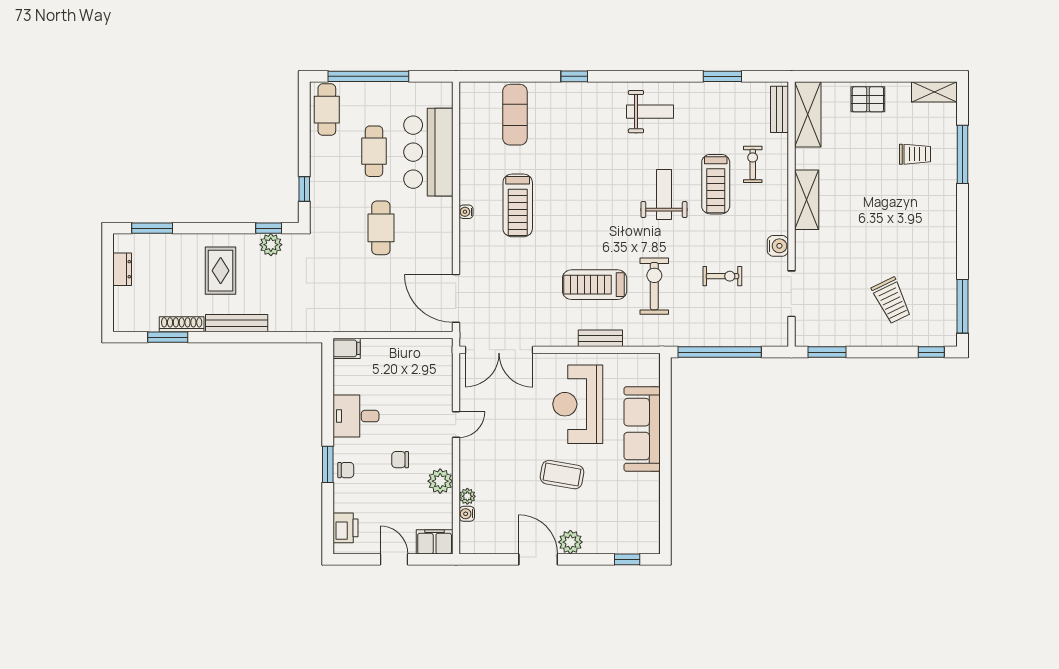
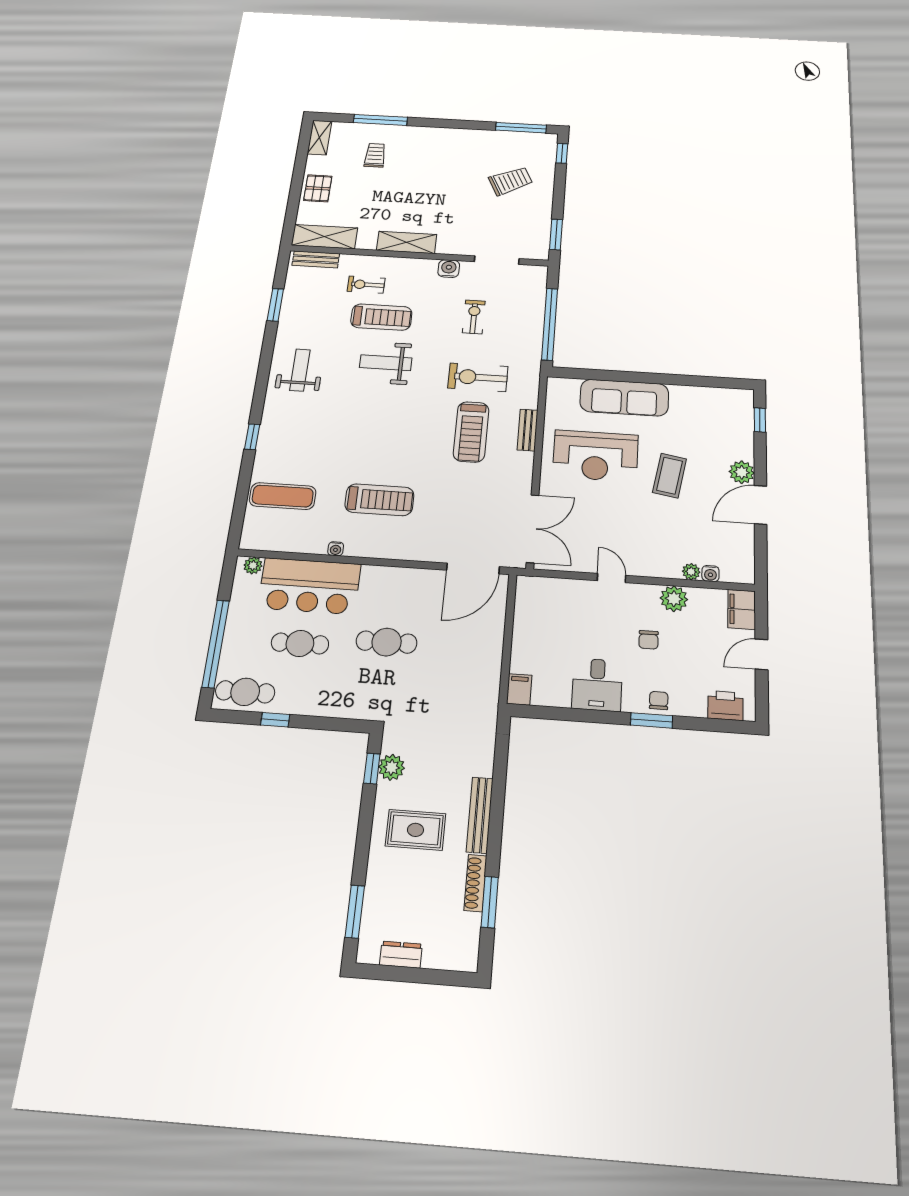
plant: (444, 98) -> (253, 565), added
window: (304, 189) -> (275, 720), moved
water cooler: (466, 212) -> (336, 549), moved

